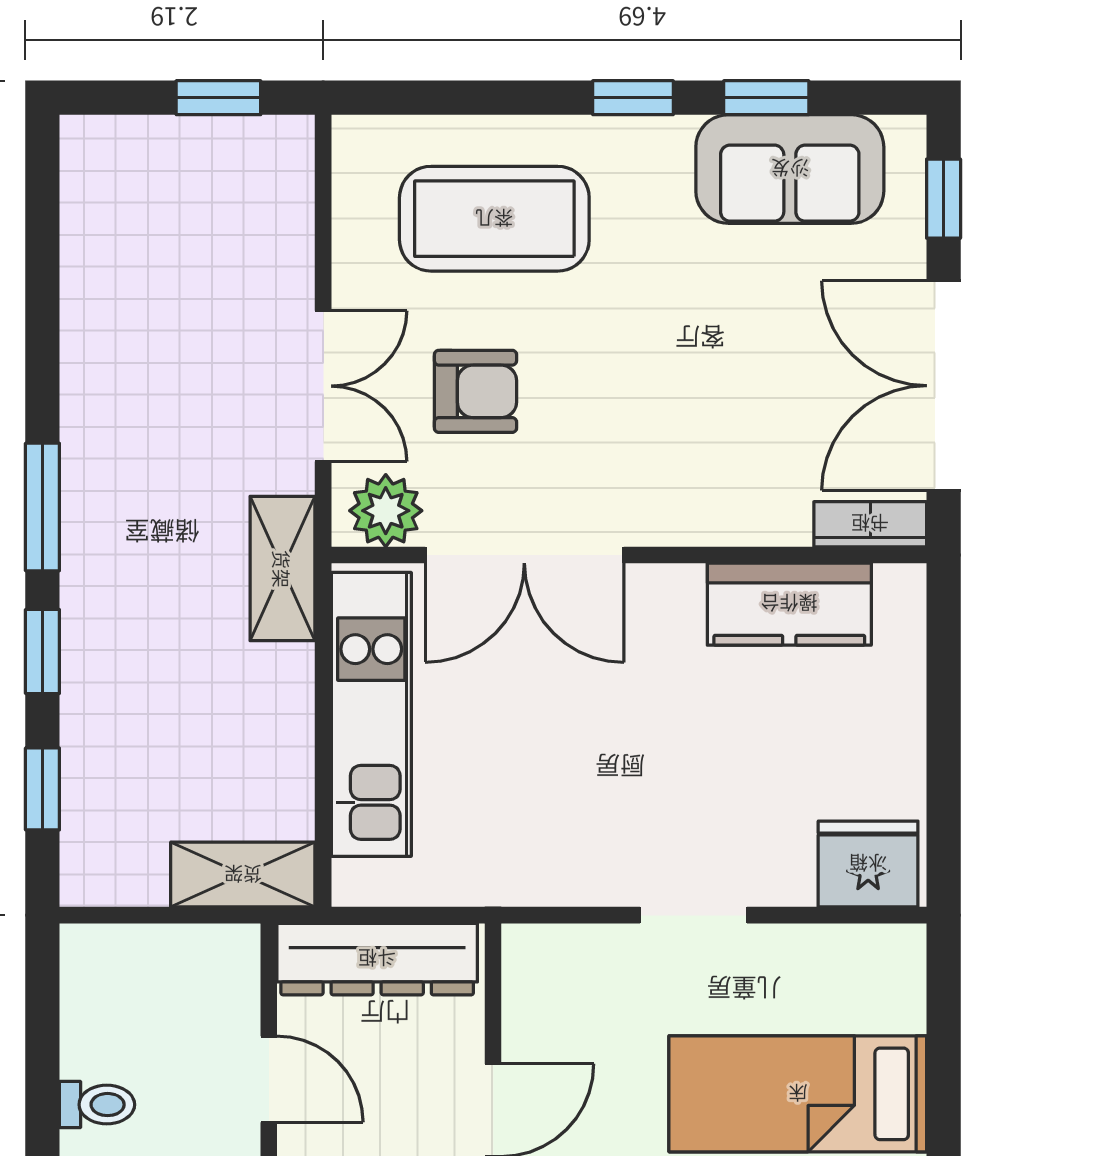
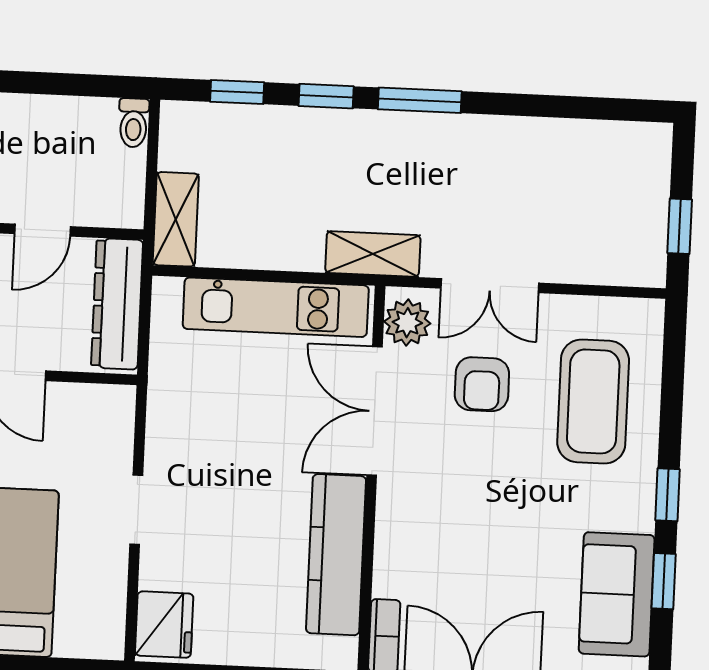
kitchen counter: (789, 604) -> (336, 555), width x1.50
toilet: (97, 1105) -> (134, 123), moved

